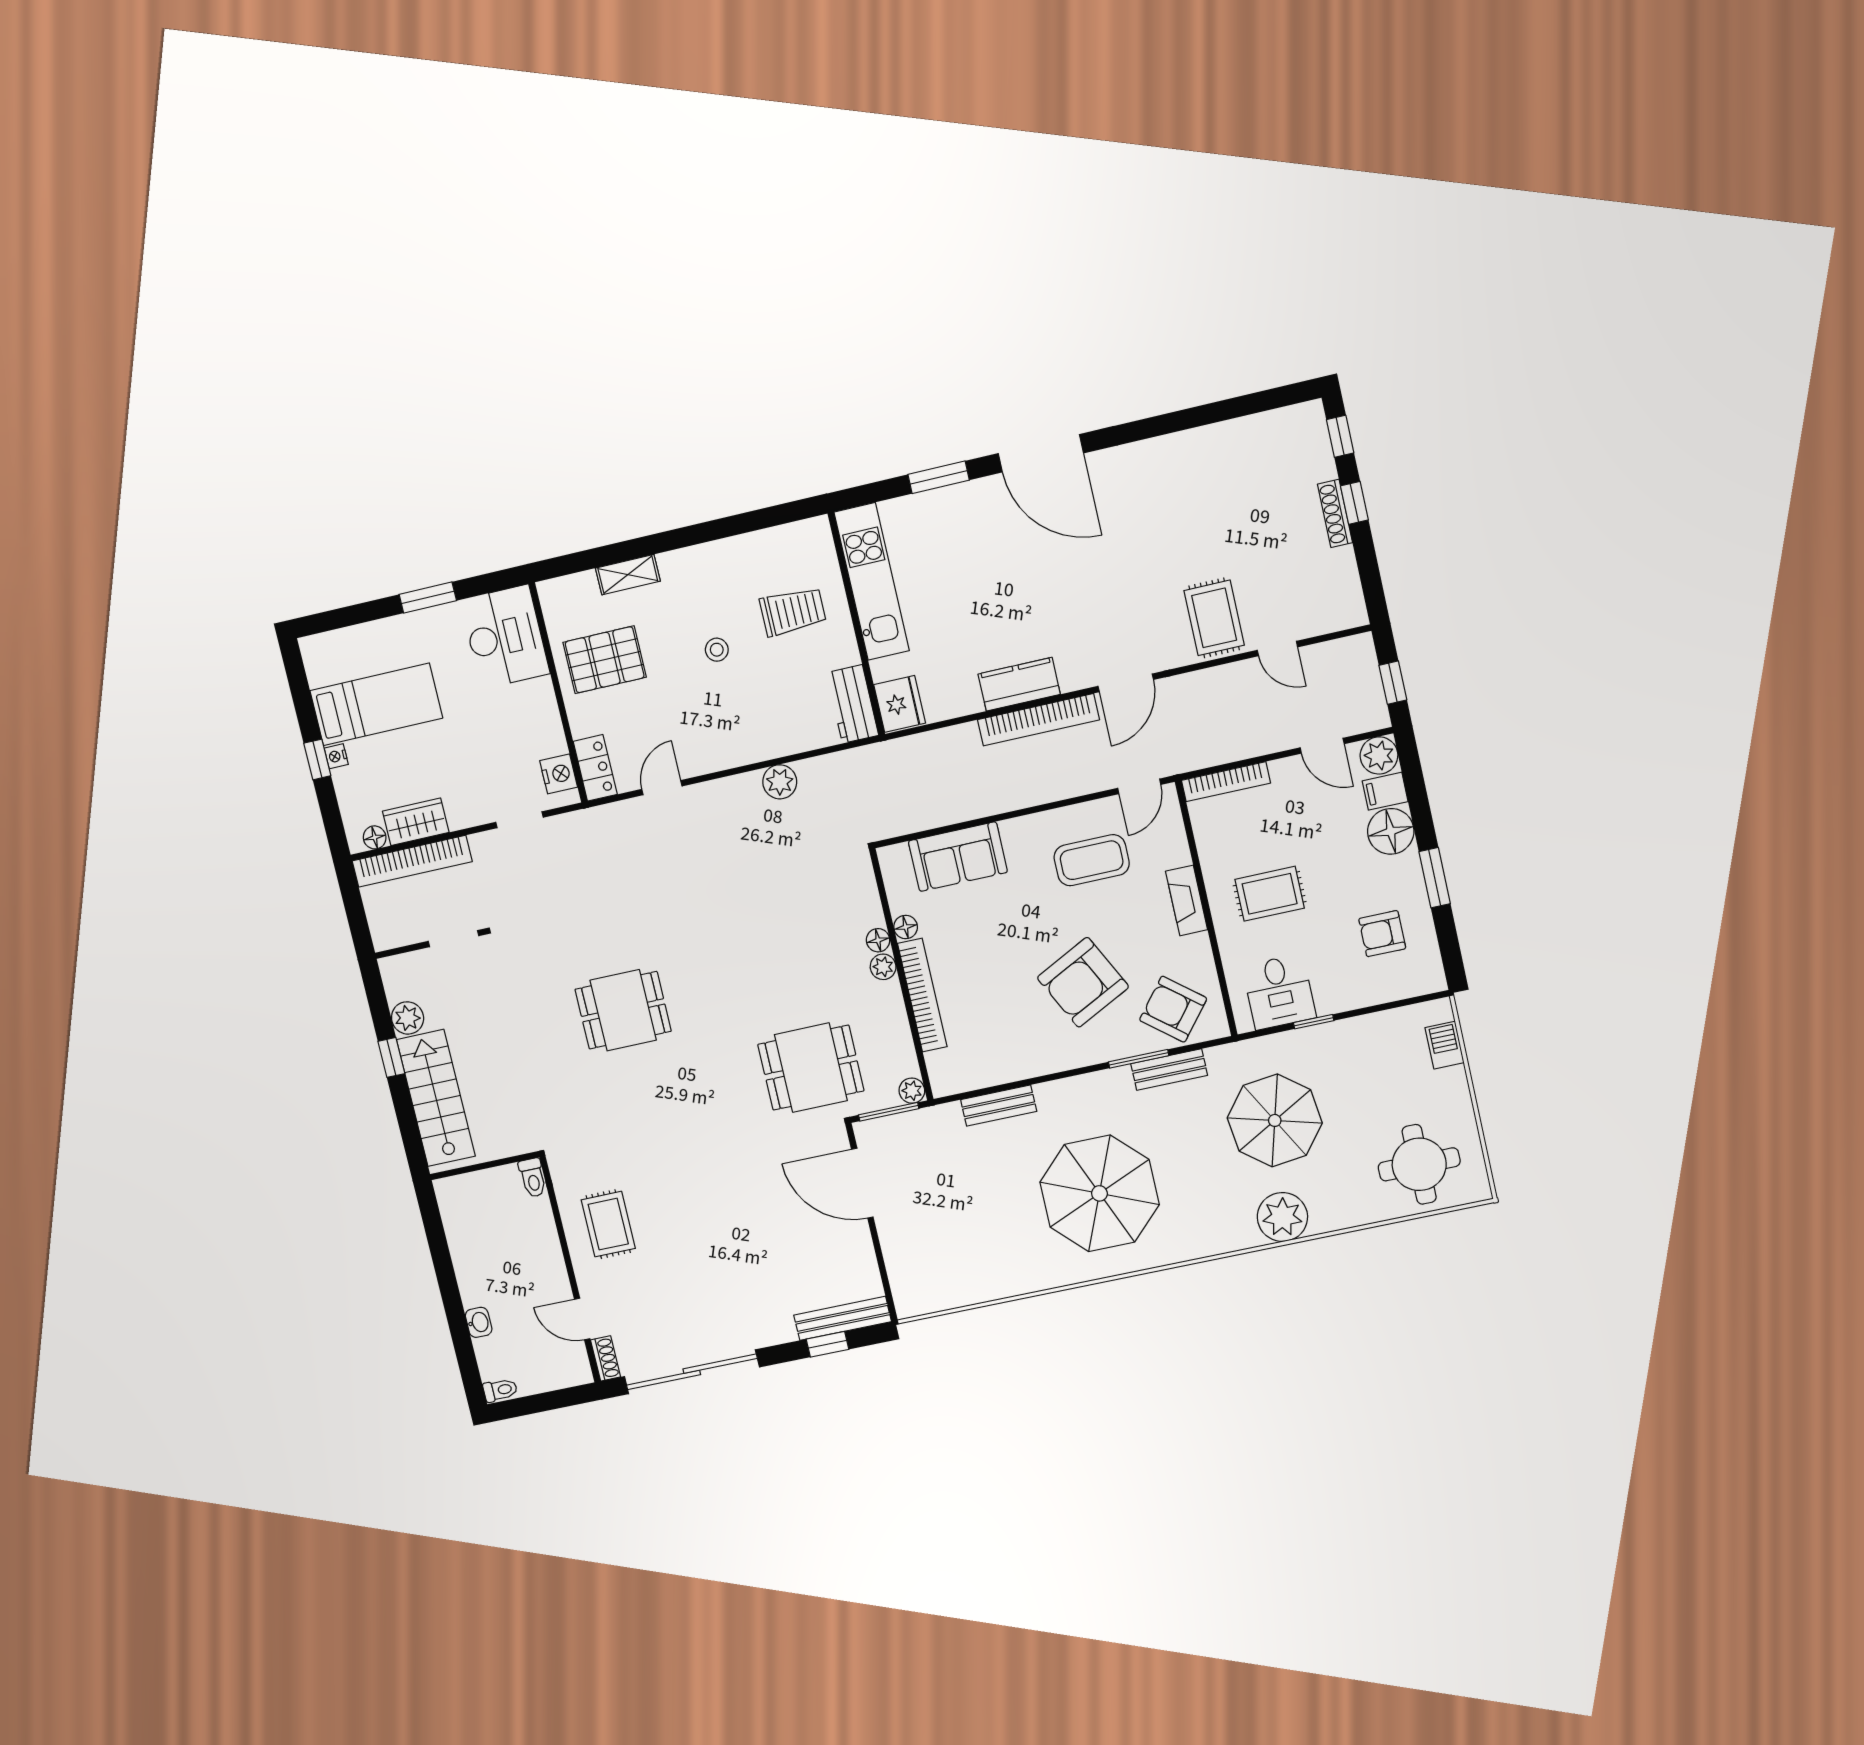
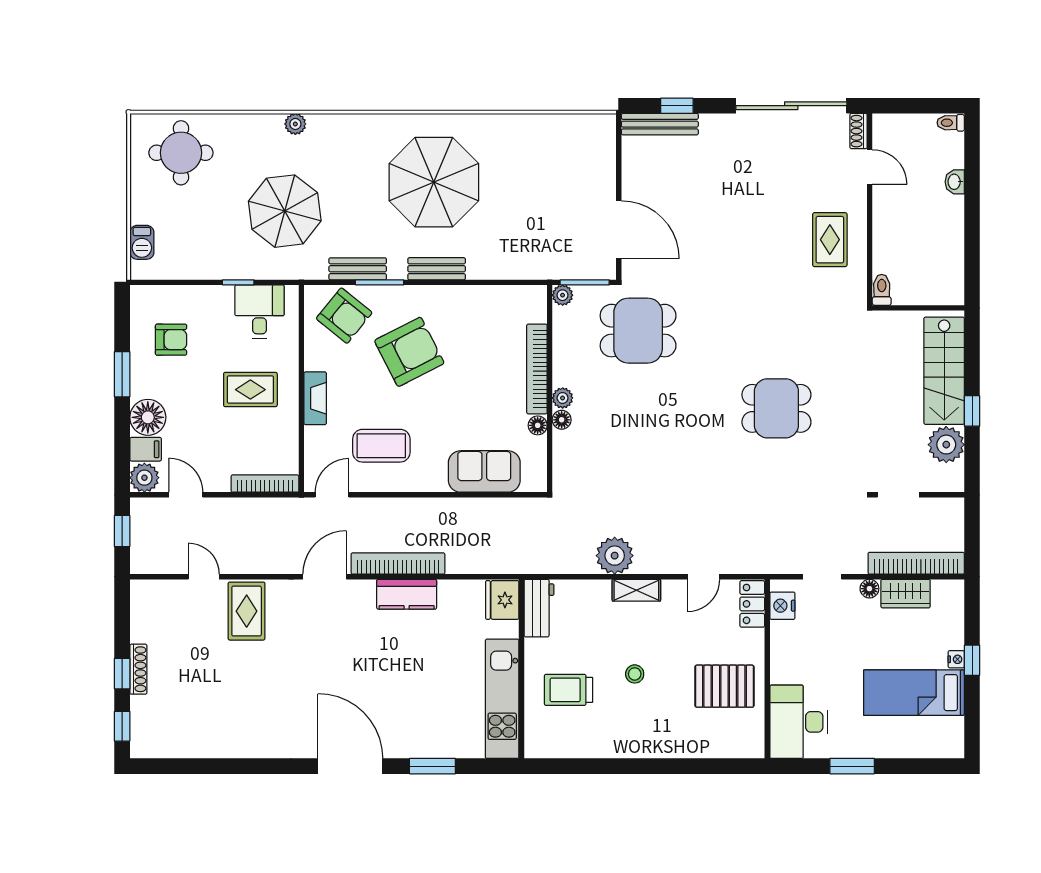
shelving: (628, 575) -> (636, 590), moved
plant: (780, 782) -> (615, 556), width x1.36, depth x1.36
floor lamp: (375, 837) -> (869, 589), moved
plant: (408, 1018) -> (946, 445), width x1.36, depth x1.36
bench: (999, 1106) -> (437, 269), moved
plant: (1282, 1217) -> (295, 124), width x0.53, depth x0.53

